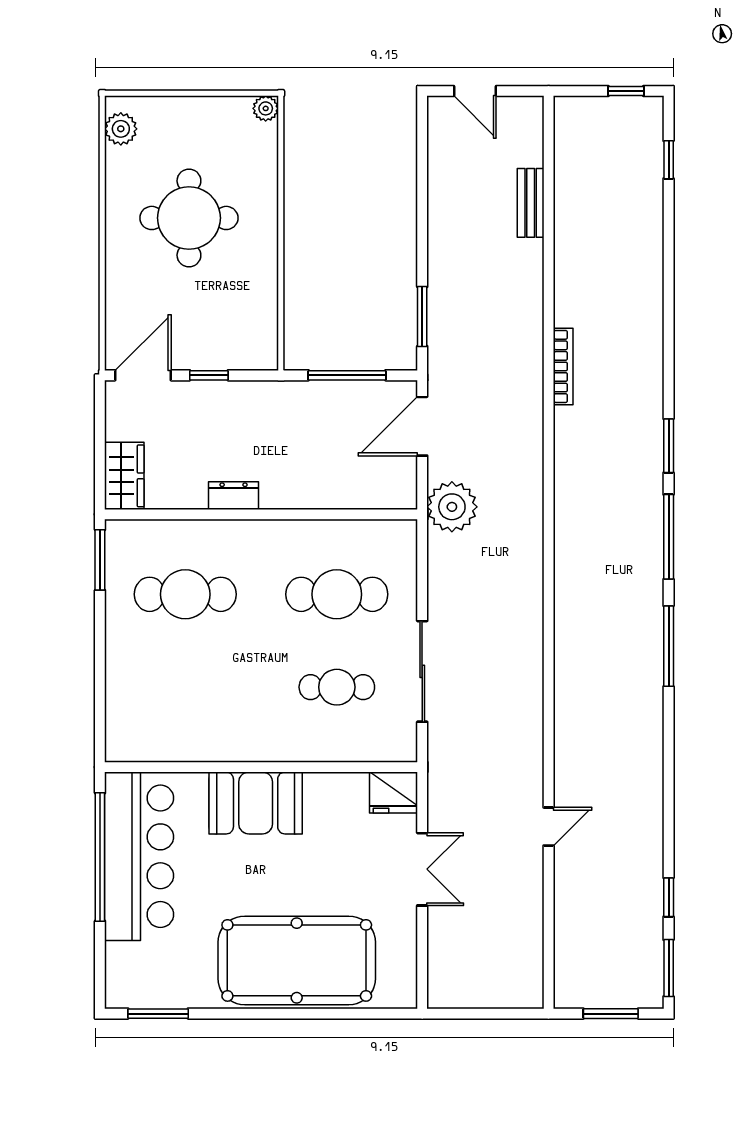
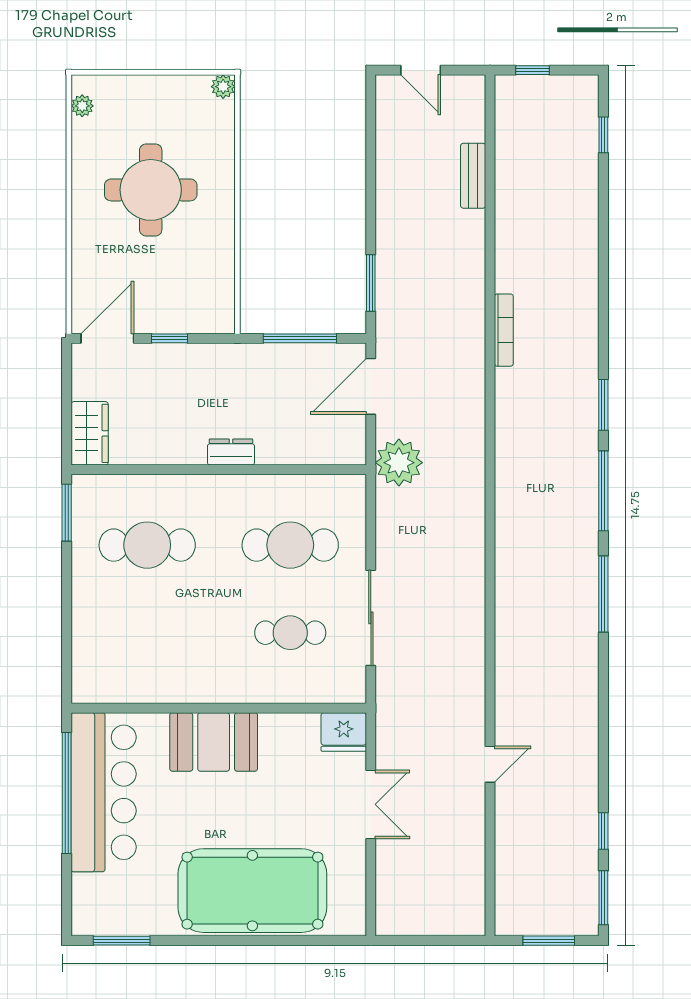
window: (626, 91) -> (533, 70), moved
plant: (121, 129) -> (82, 106), width x0.73, depth x0.73
dresser: (234, 496) -> (231, 452), moved

